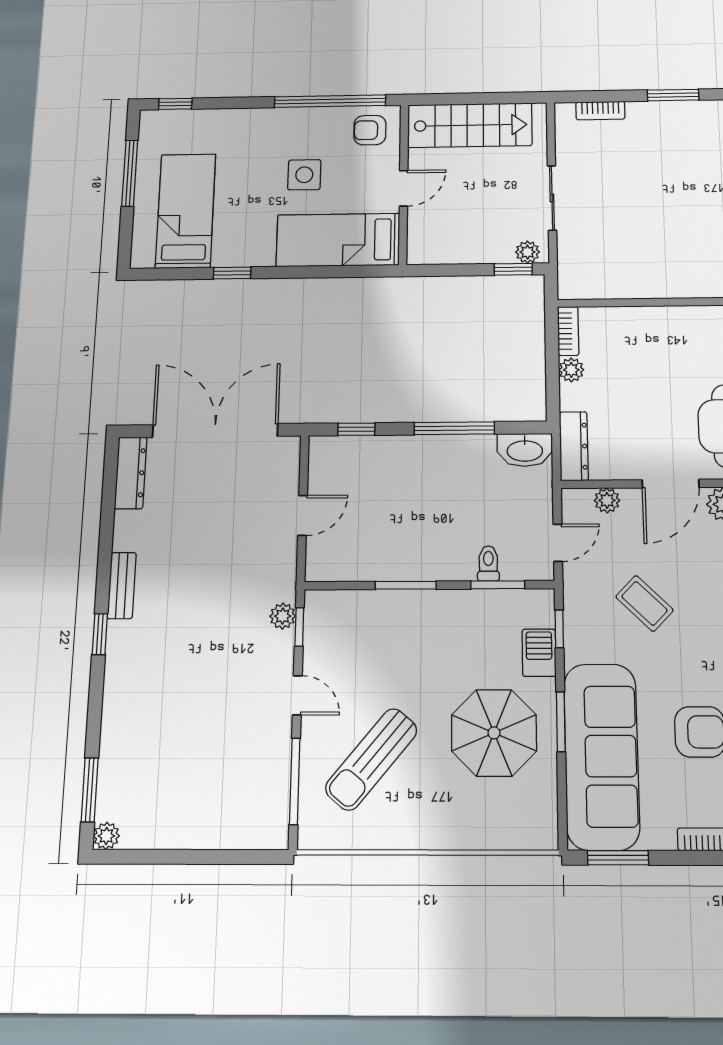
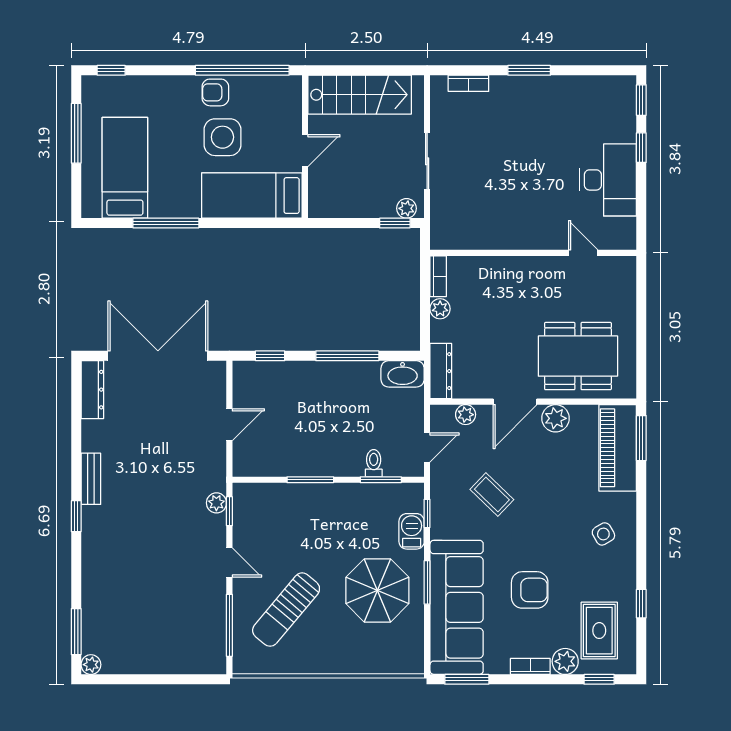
armchair: (370, 130) -> (215, 92), moved
side table: (304, 175) -> (222, 137), width x1.37, depth x1.37
window: (232, 273) -> (166, 223), width x2.17

